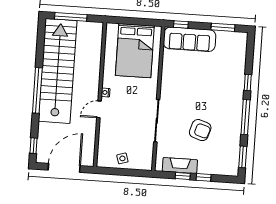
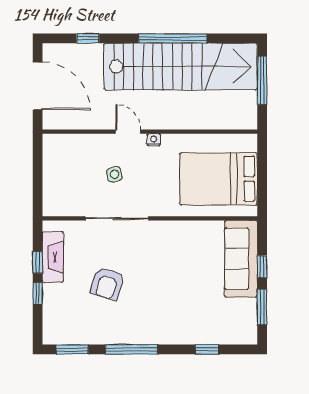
window: (181, 24) -> (262, 266), moved
window: (248, 83) -> (207, 349), moved
window: (37, 90) -> (173, 38), moved
window: (34, 146) -> (88, 38), moved
side table: (122, 158) -> (114, 174), moved

